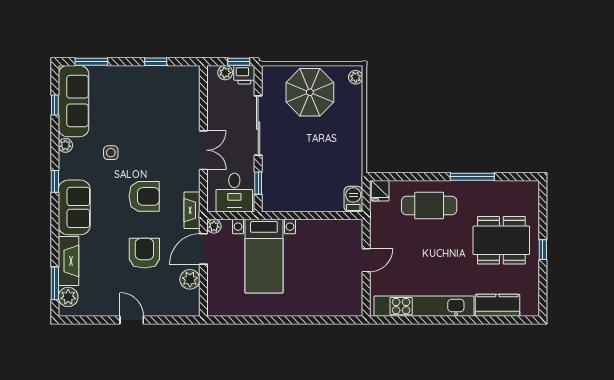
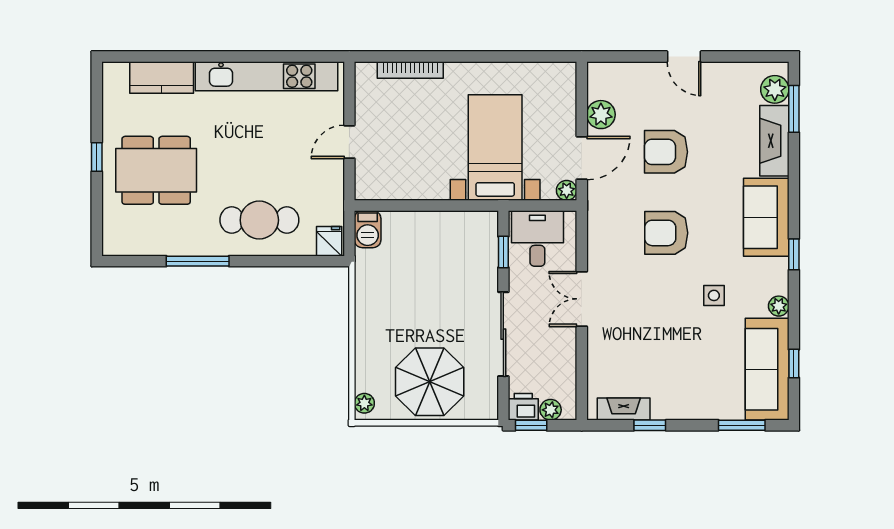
fireplace: (192, 210) -> (624, 409), moved, turned -90
armchair: (144, 253) -> (666, 152), turned 90
bookcase: (323, 311) -> (410, 70), added

